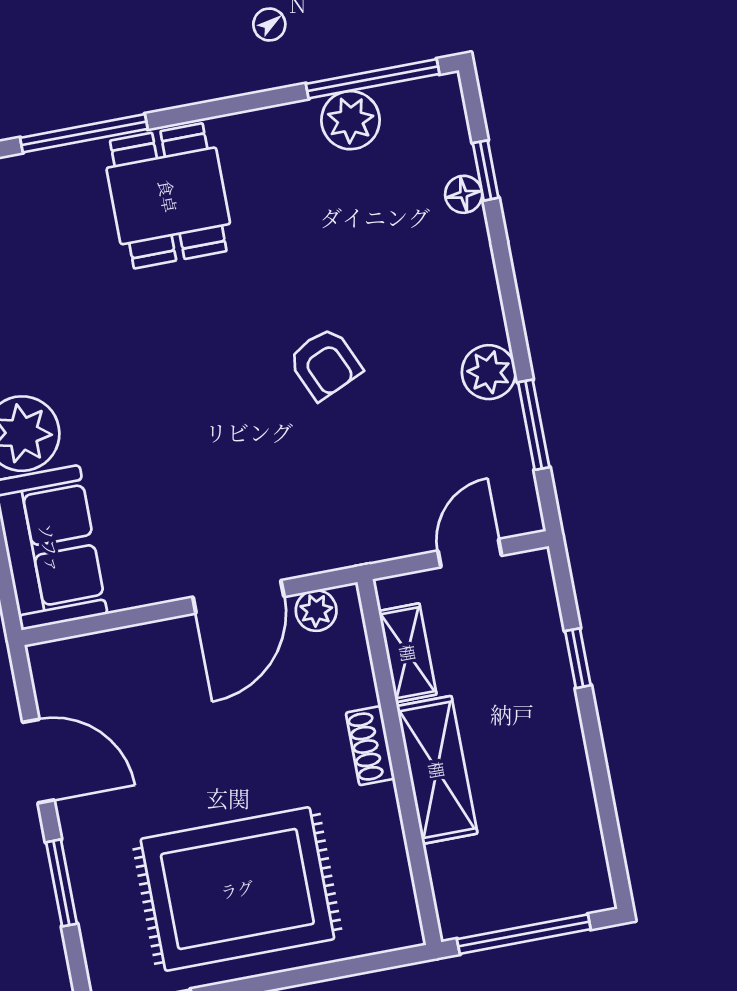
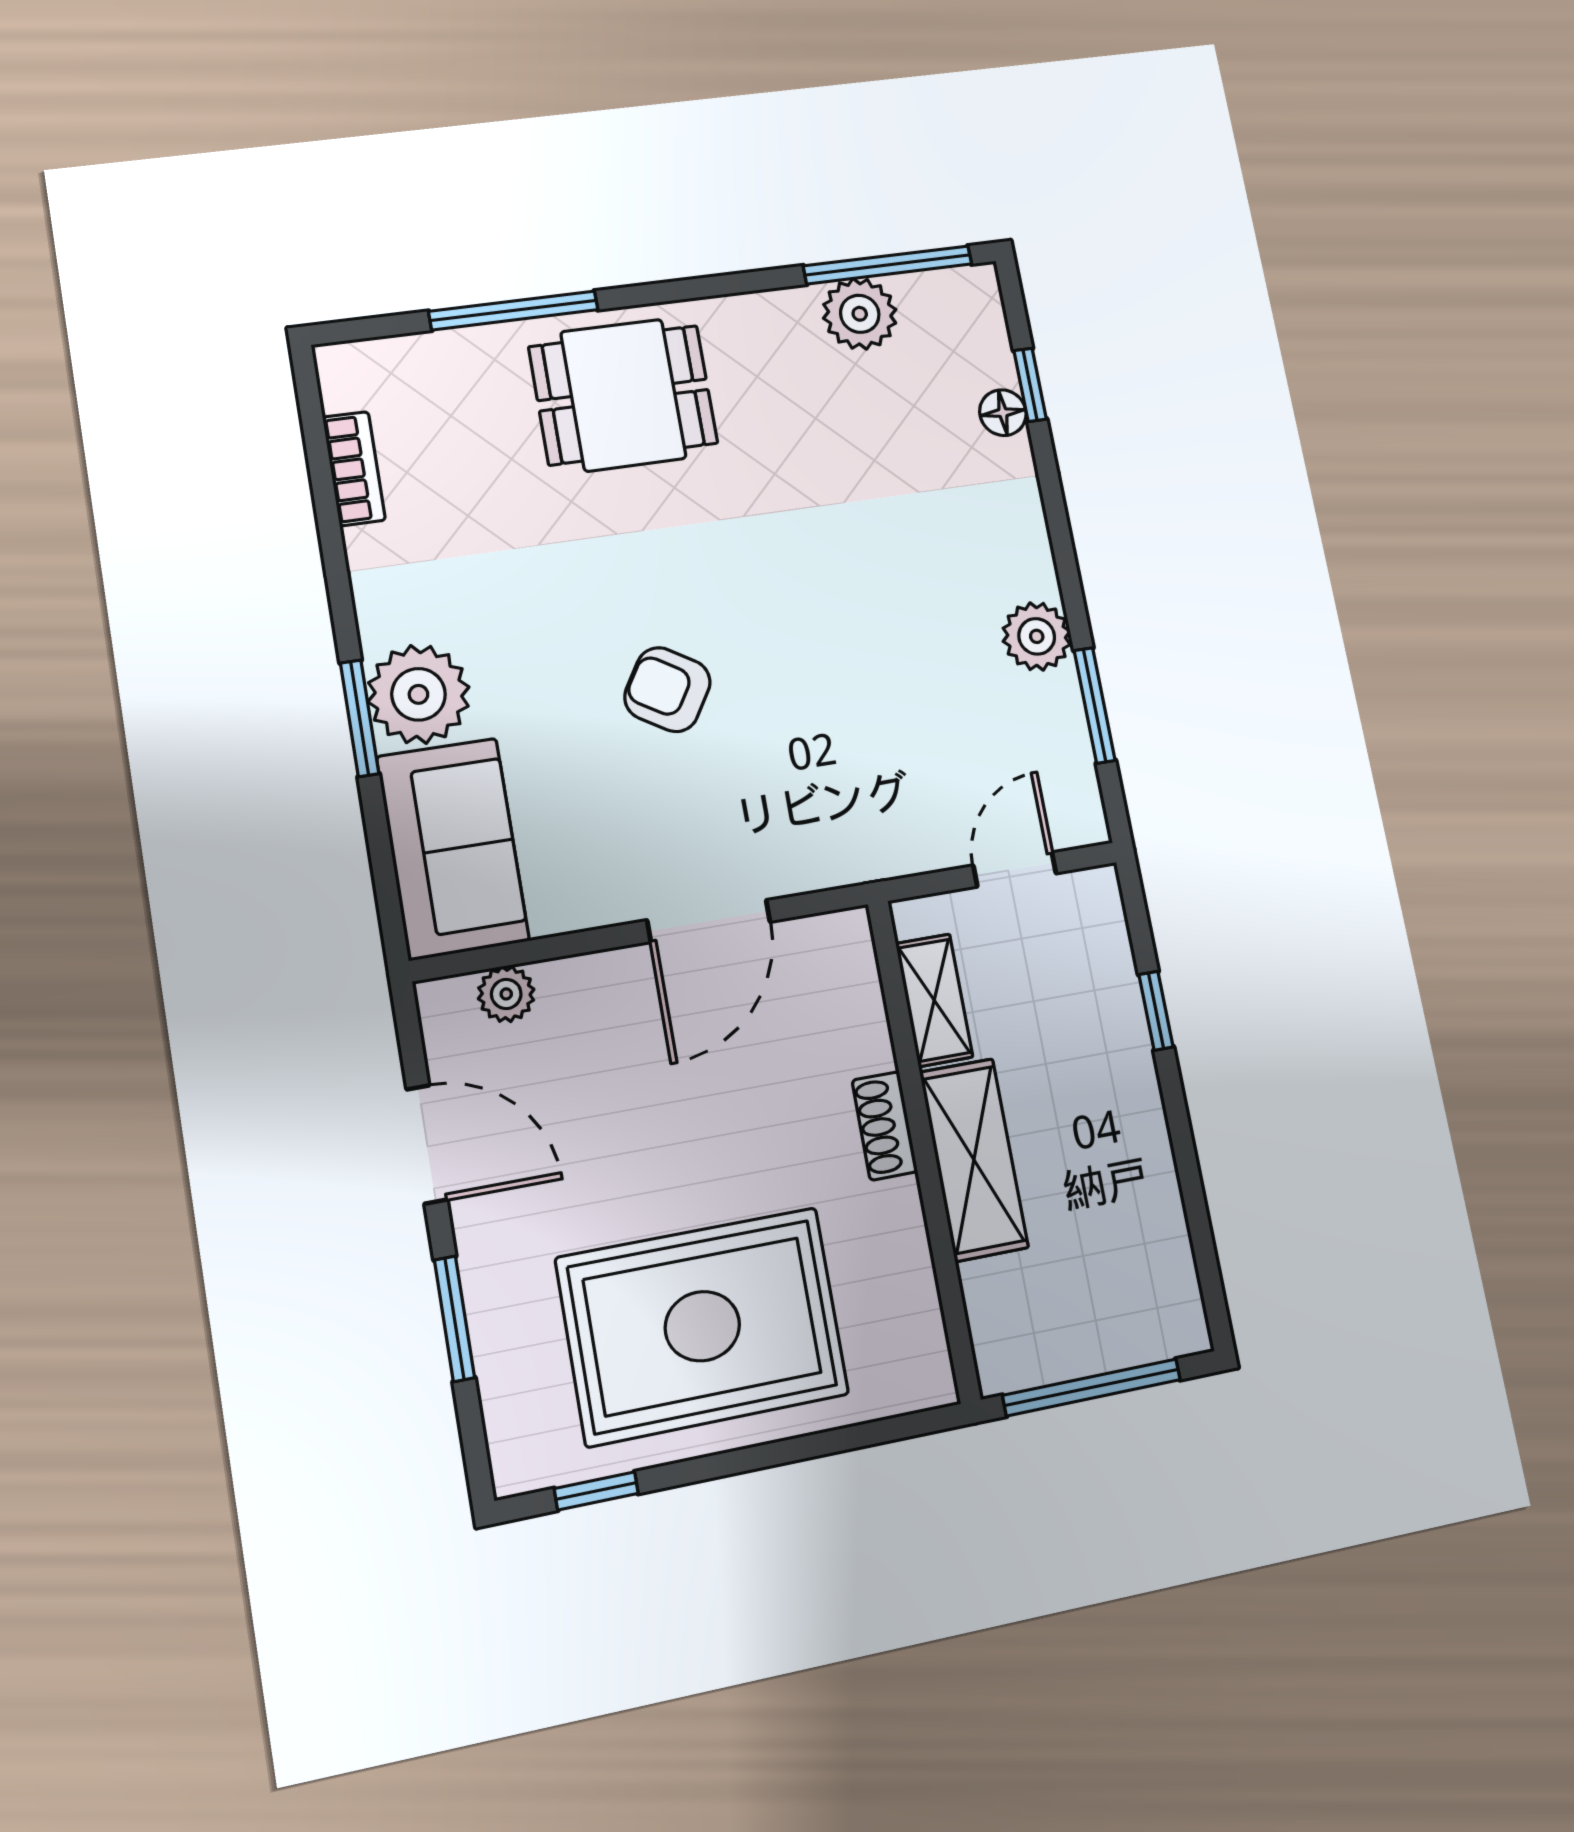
dining table: (168, 196) -> (623, 395), turned 90
armchair: (325, 364) -> (667, 690), moved, turned 146
plant: (316, 611) -> (506, 994), moved

